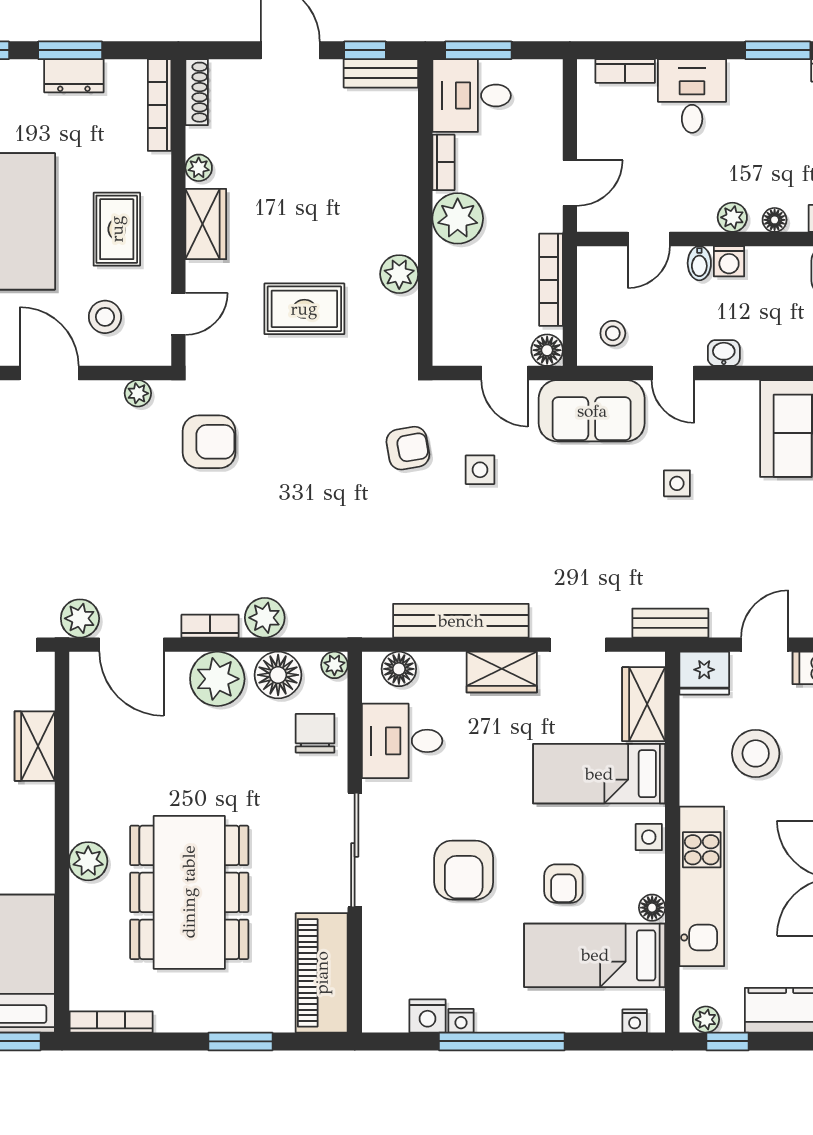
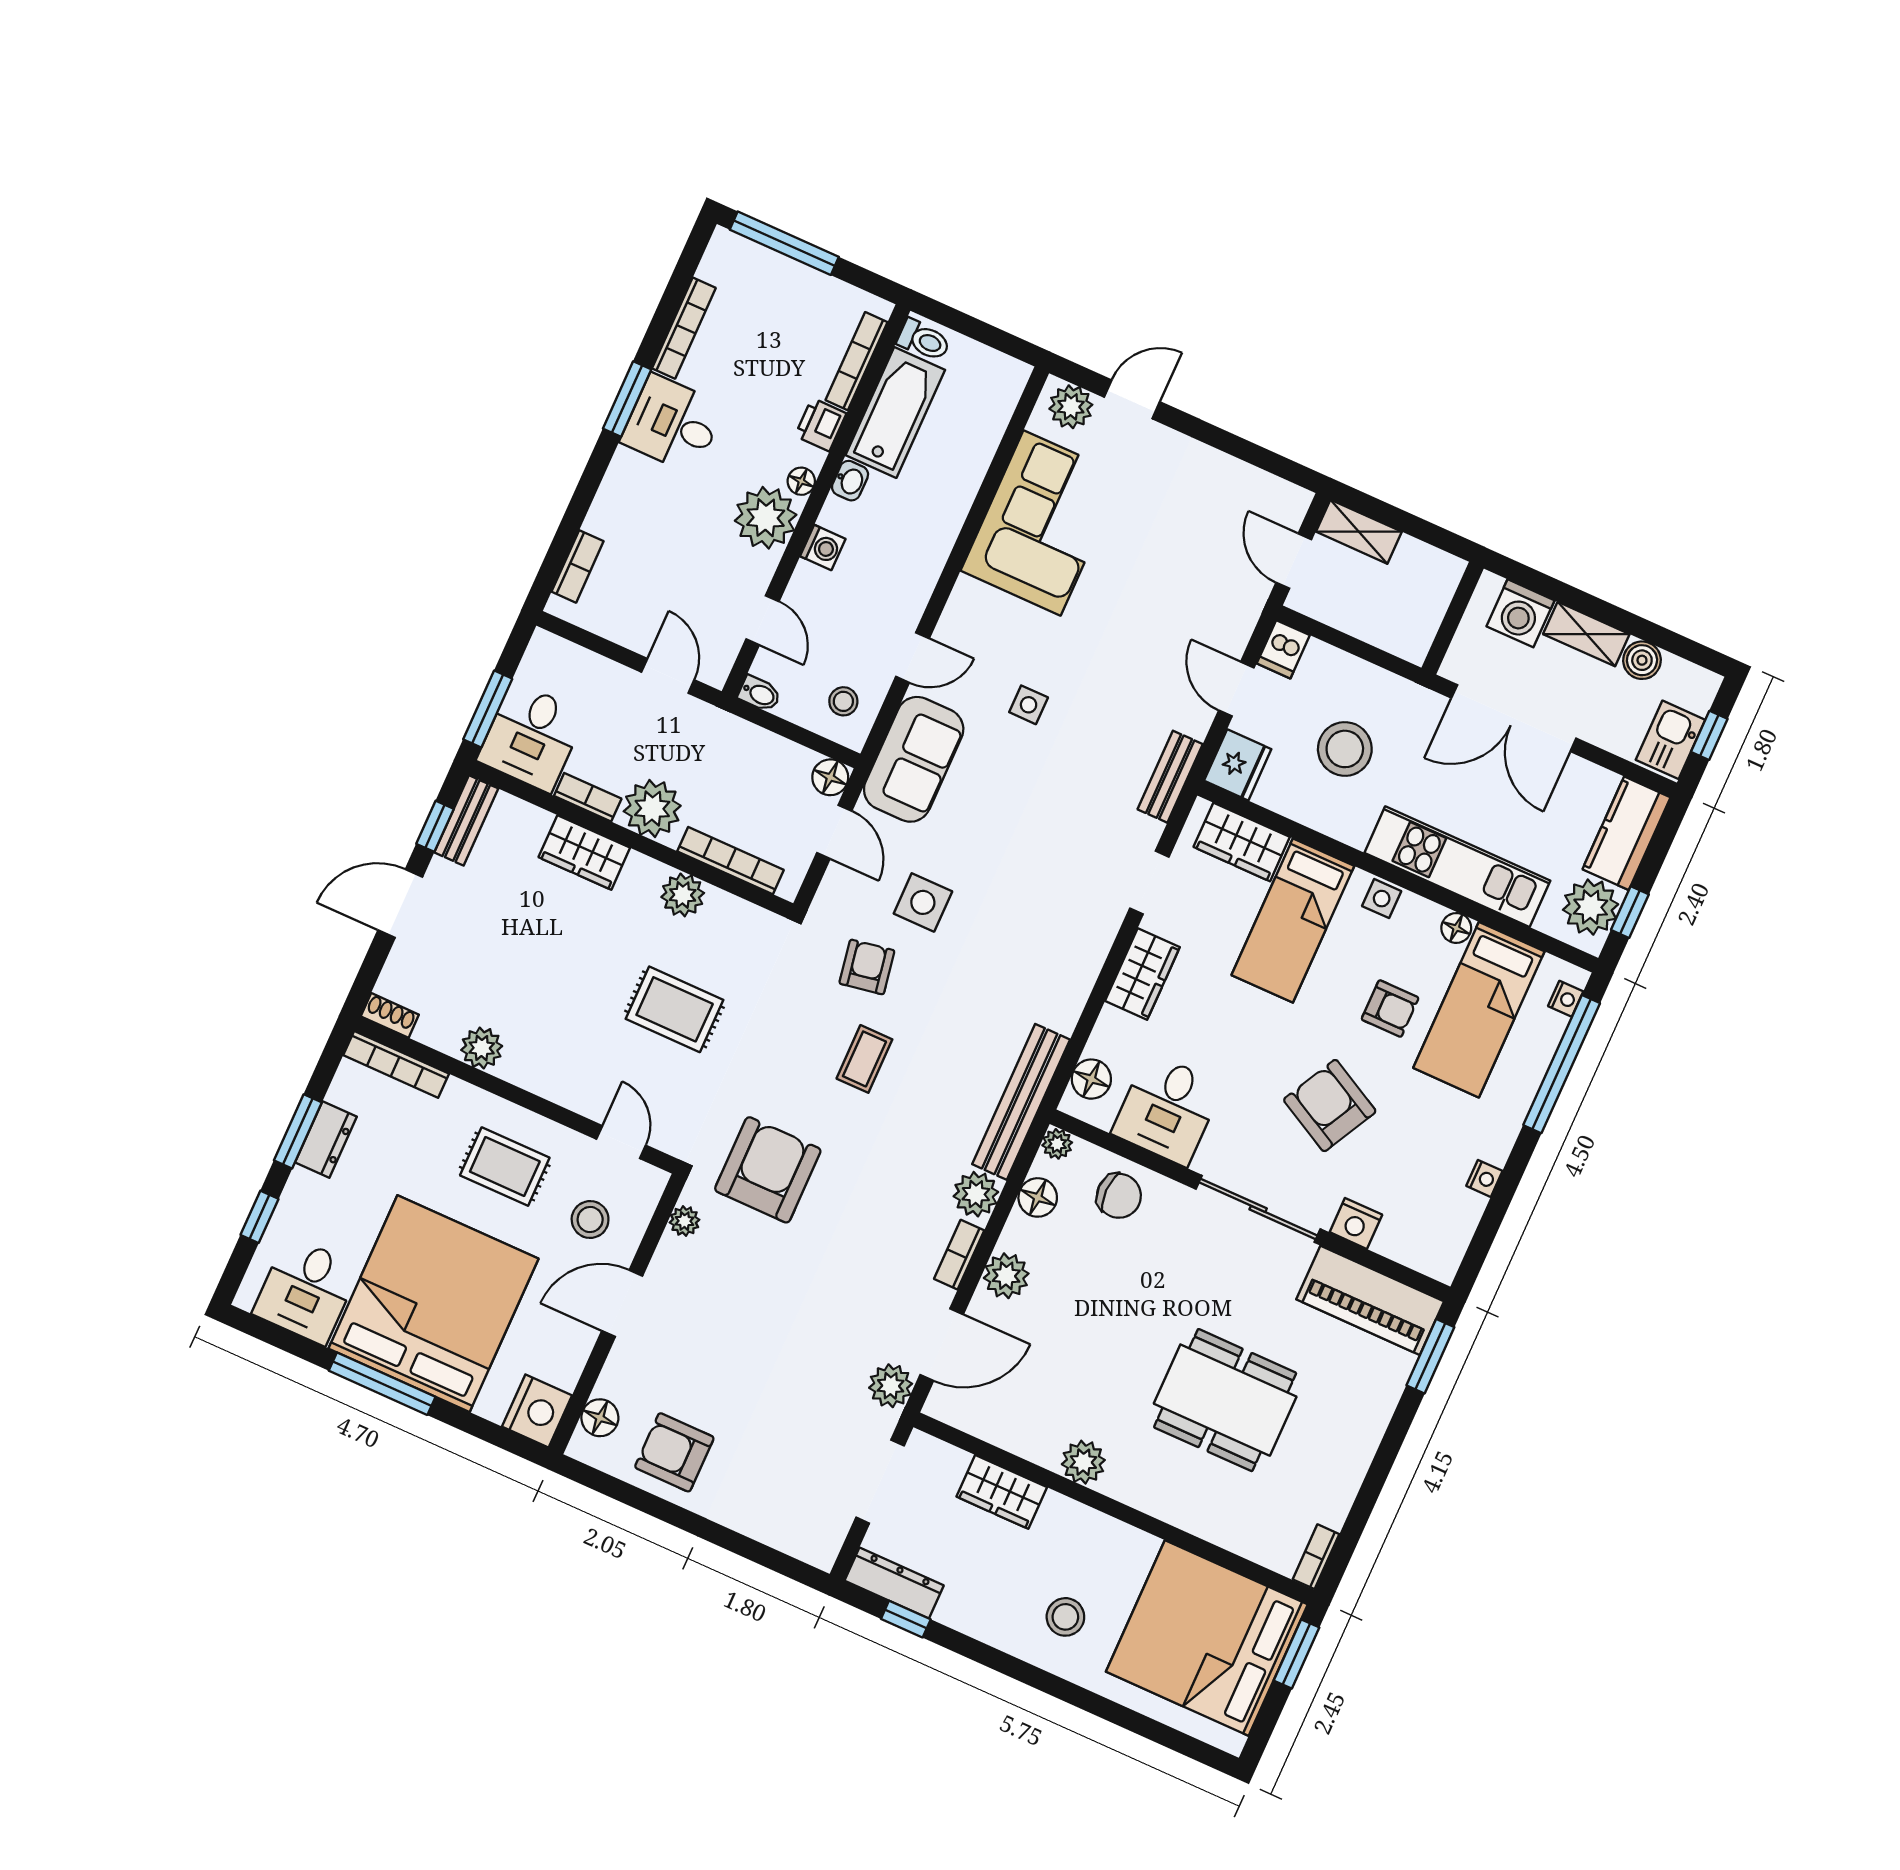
shoe rack: (197, 92) -> (390, 1015), width x0.70
desk: (692, 96) -> (673, 424), moved
plant: (199, 168) -> (482, 1048), width x1.38, depth x1.38
plant: (732, 217) -> (766, 518), width x1.87, depth x1.87
wardrobe: (206, 224) -> (584, 852), moved, turned 180
bidet: (699, 263) -> (759, 694), moved
bookcase: (551, 280) -> (730, 861), moved, turned 180
rug: (304, 309) -> (675, 1009), turned 90
washbasin: (724, 353) -> (850, 481), moved, turned 180
door: (505, 373) -> (834, 832), hinge flipped
armchair: (209, 442) -> (768, 1170), width x1.36, depth x1.36
side table: (480, 470) -> (923, 902), width x1.37, depth x1.37
coffee table: (333, 479) -> (864, 1059), added
bench: (461, 621) -> (1021, 1102), moved
floor lamp: (278, 675) -> (1038, 1197), width x0.73, depth x0.73
plant: (217, 679) -> (1006, 1276), width x0.73, depth x0.73
chair: (315, 733) -> (1119, 1196), turned 180
plant: (88, 861) -> (1083, 1462), moved
armchair: (464, 870) -> (1330, 1106), turned -152
dining table: (189, 892) -> (1225, 1400), width x0.73, depth x0.80
nightstand: (428, 1016) -> (1356, 1223), moved, turned 90
plant: (706, 1020) -> (1591, 907), width x1.88, depth x1.88
bookcase: (111, 1022) -> (1316, 1557), width x0.64
window: (240, 1041) -> (1430, 1356), moved
window: (502, 1041) -> (1562, 1064), moved

